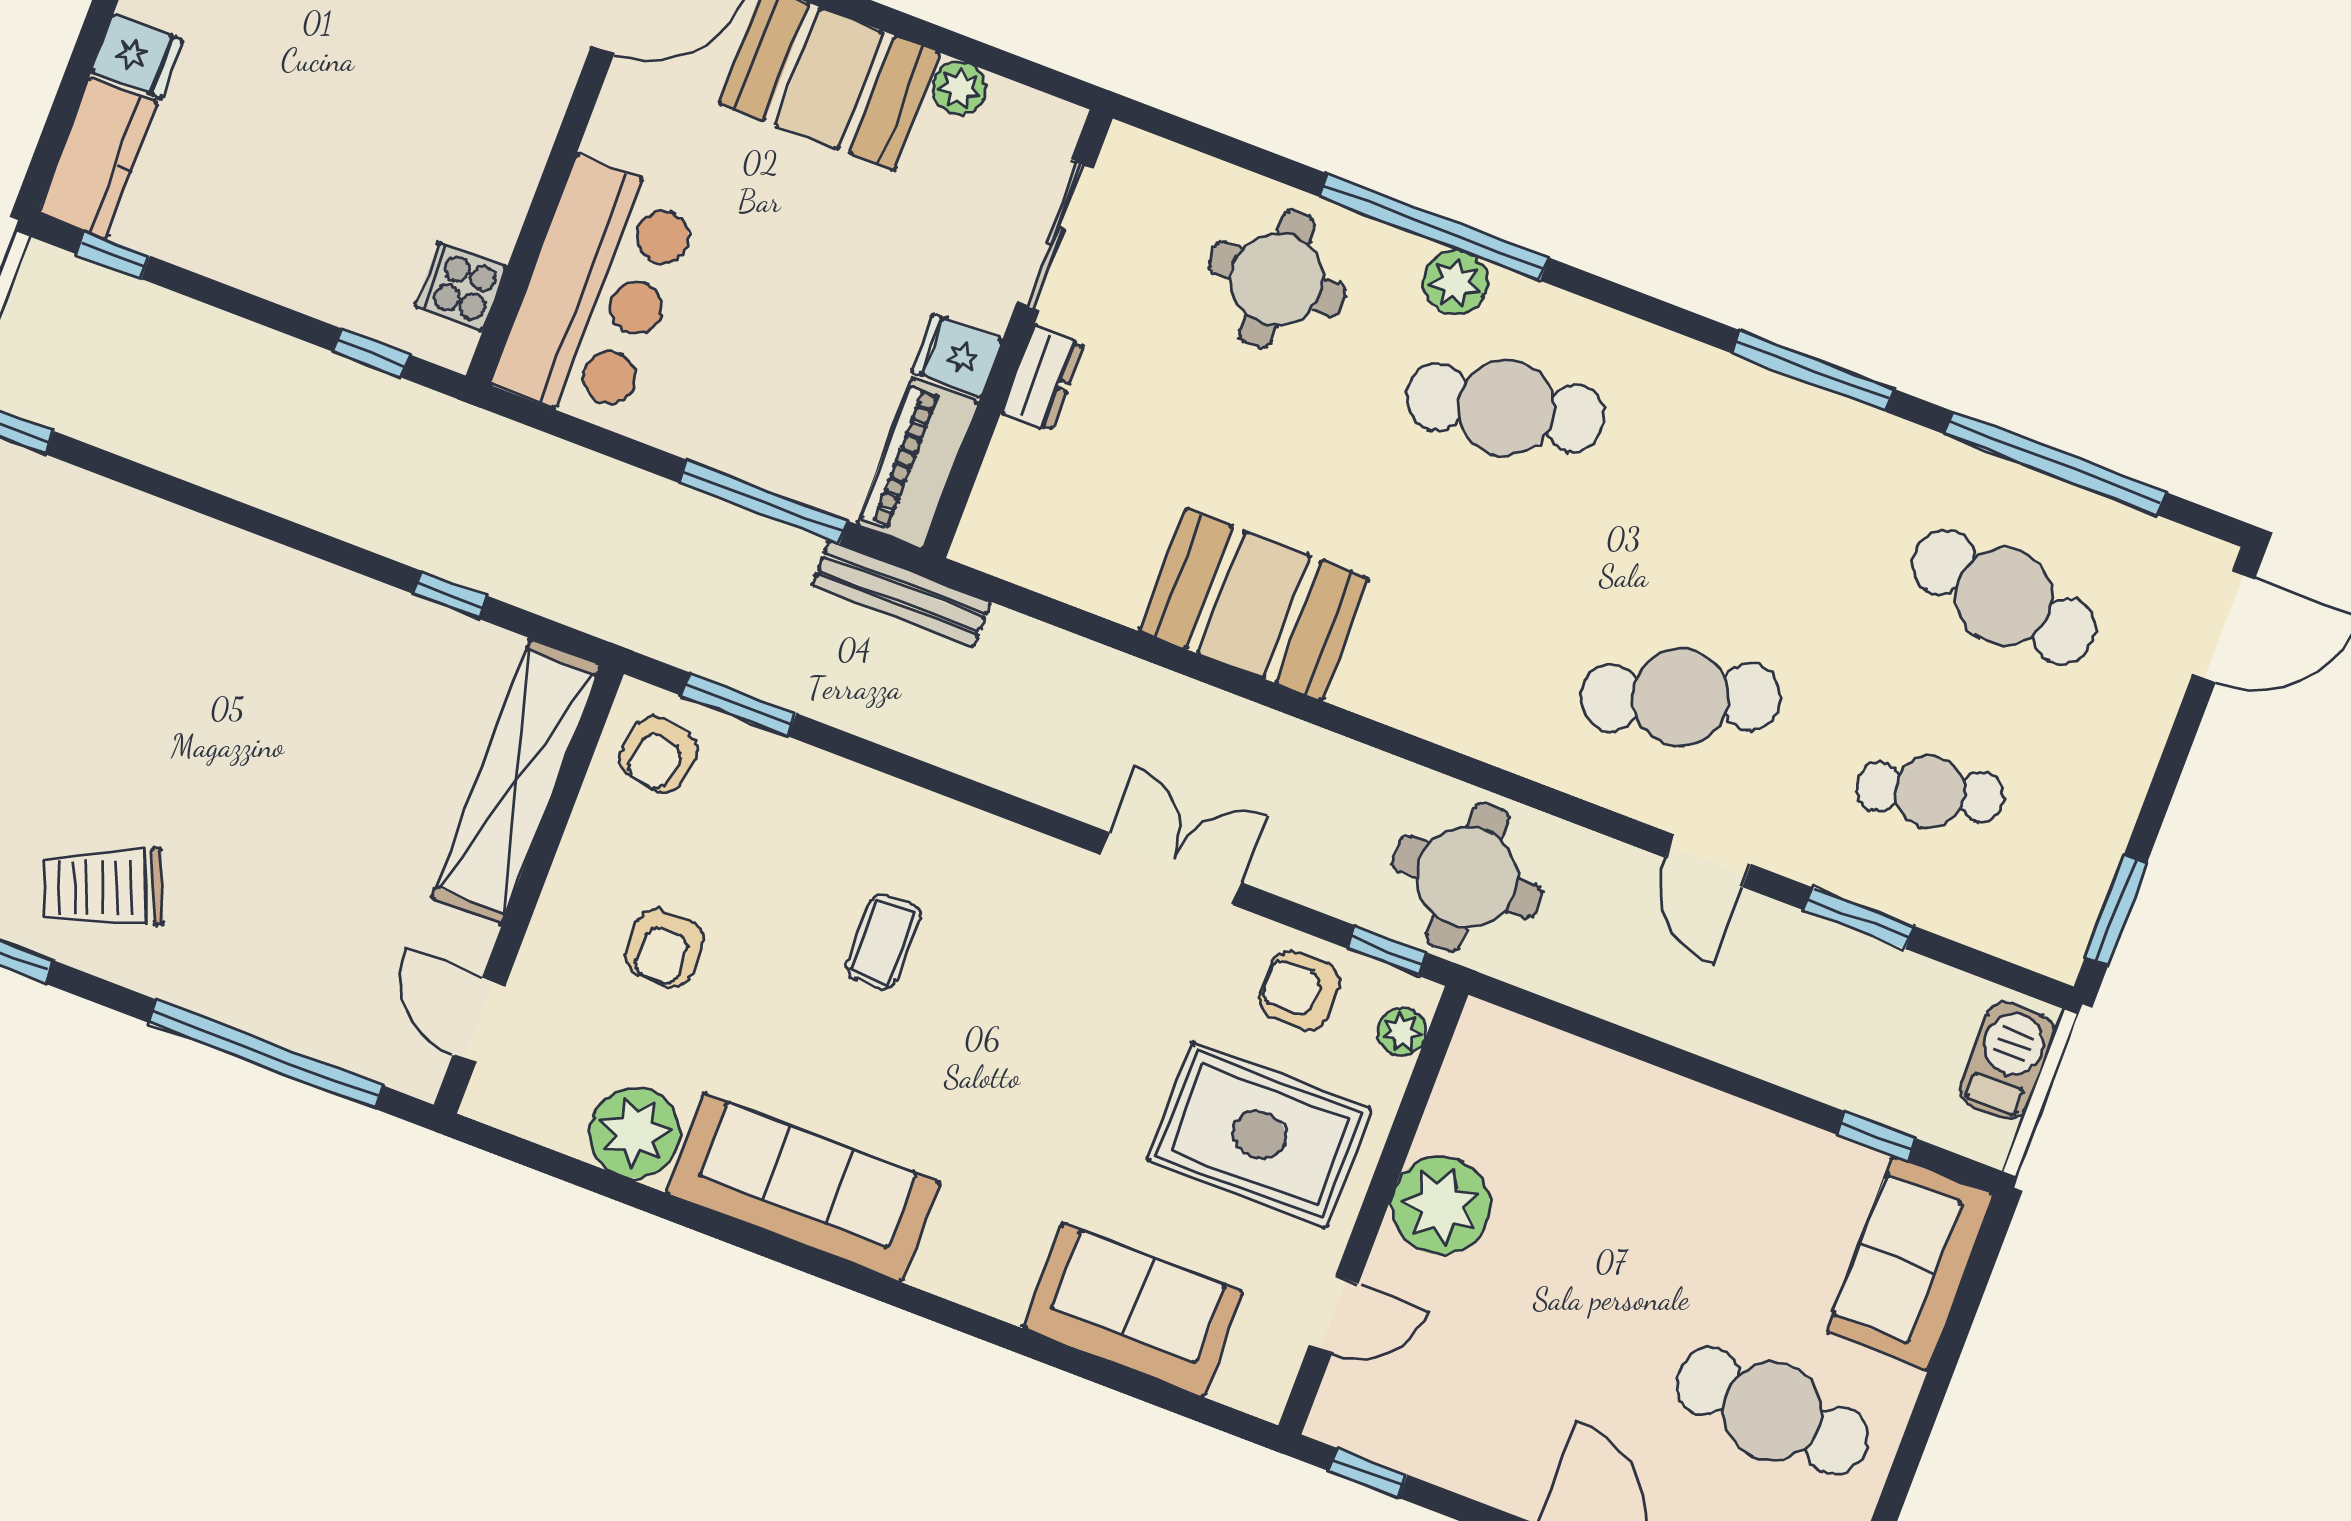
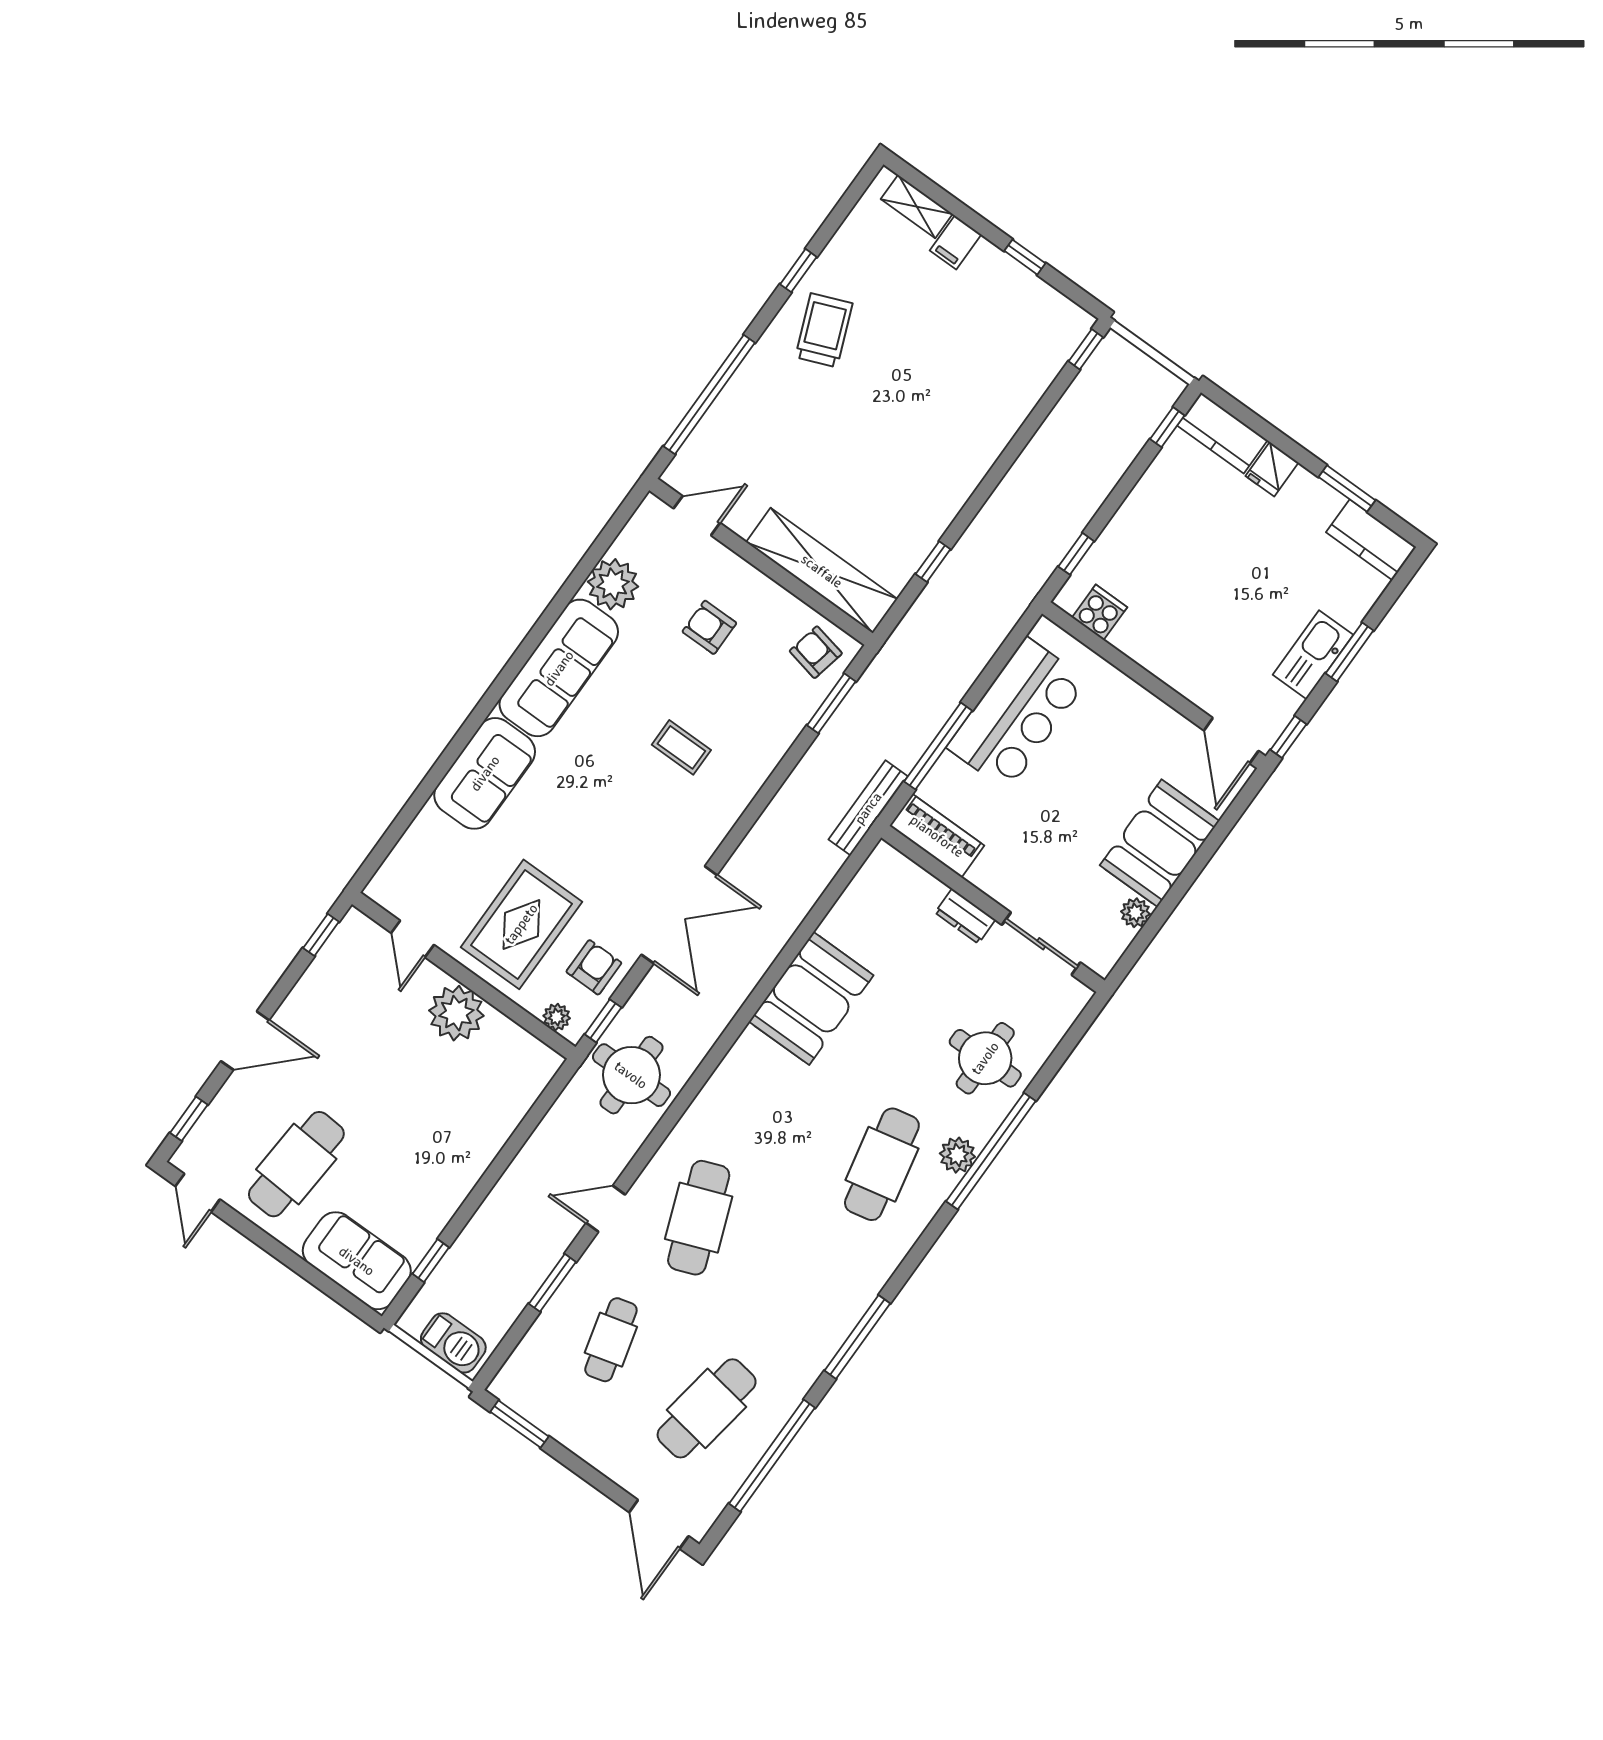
bar counter: (597, 292) -> (1017, 714), moved, turned -90
fridge: (957, 356) -> (990, 872), removed
double door: (1171, 869) -> (679, 915), width x1.37
sofa: (1133, 1310) -> (485, 773), moved

